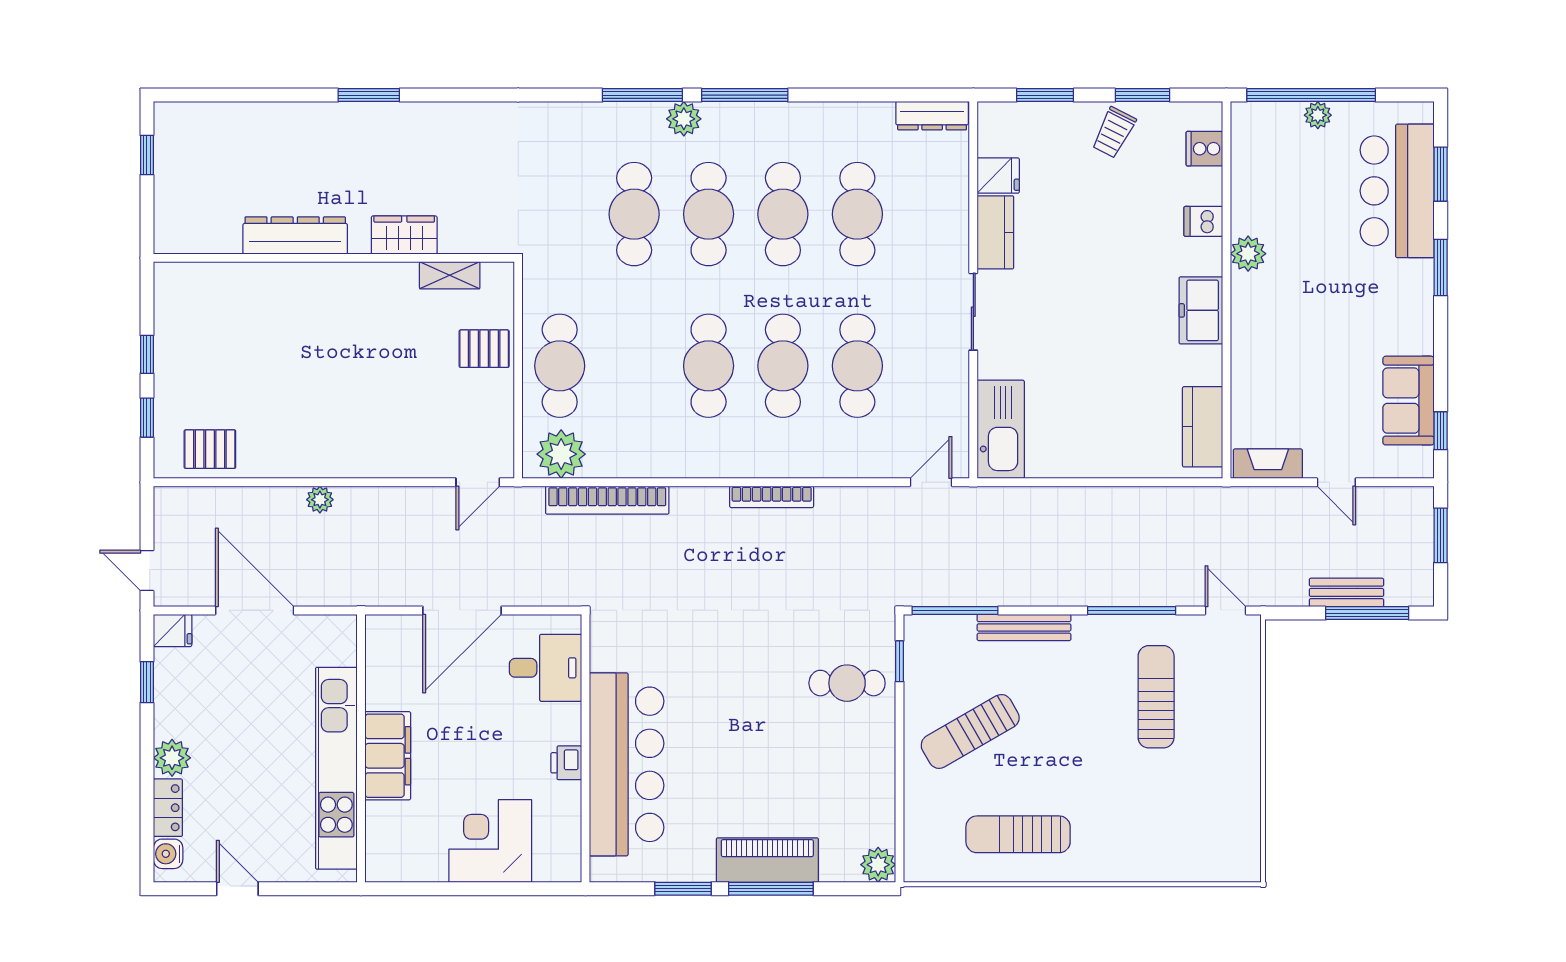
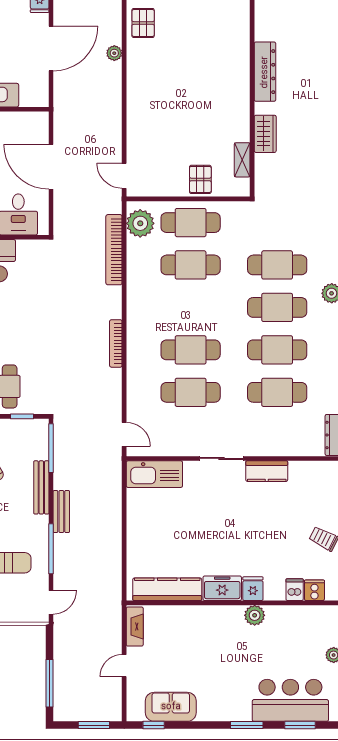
fridge: (998, 176) -> (253, 589), moved, turned 180
dishwasher: (1203, 221) -> (295, 590), moved
cafe table: (709, 366) -> (191, 265), moved
kitchen counter: (1203, 427) -> (167, 589), width x1.50
plant: (320, 500) -> (114, 53), moved
bench: (1346, 592) -> (61, 512), moved

